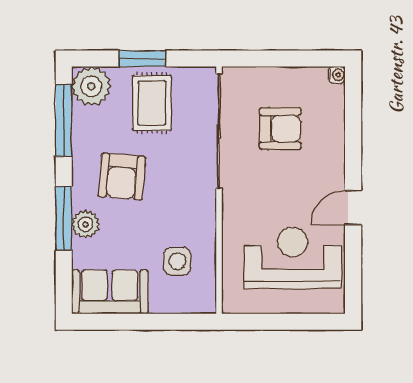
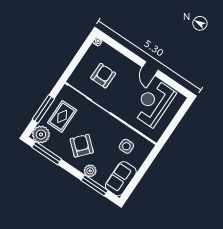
window: (142, 59) -> (43, 109), width x1.44
rug: (152, 103) -> (62, 116), turned 90
armchair: (122, 177) -> (82, 146), turned -143
window: (64, 218) -> (94, 185), moved

